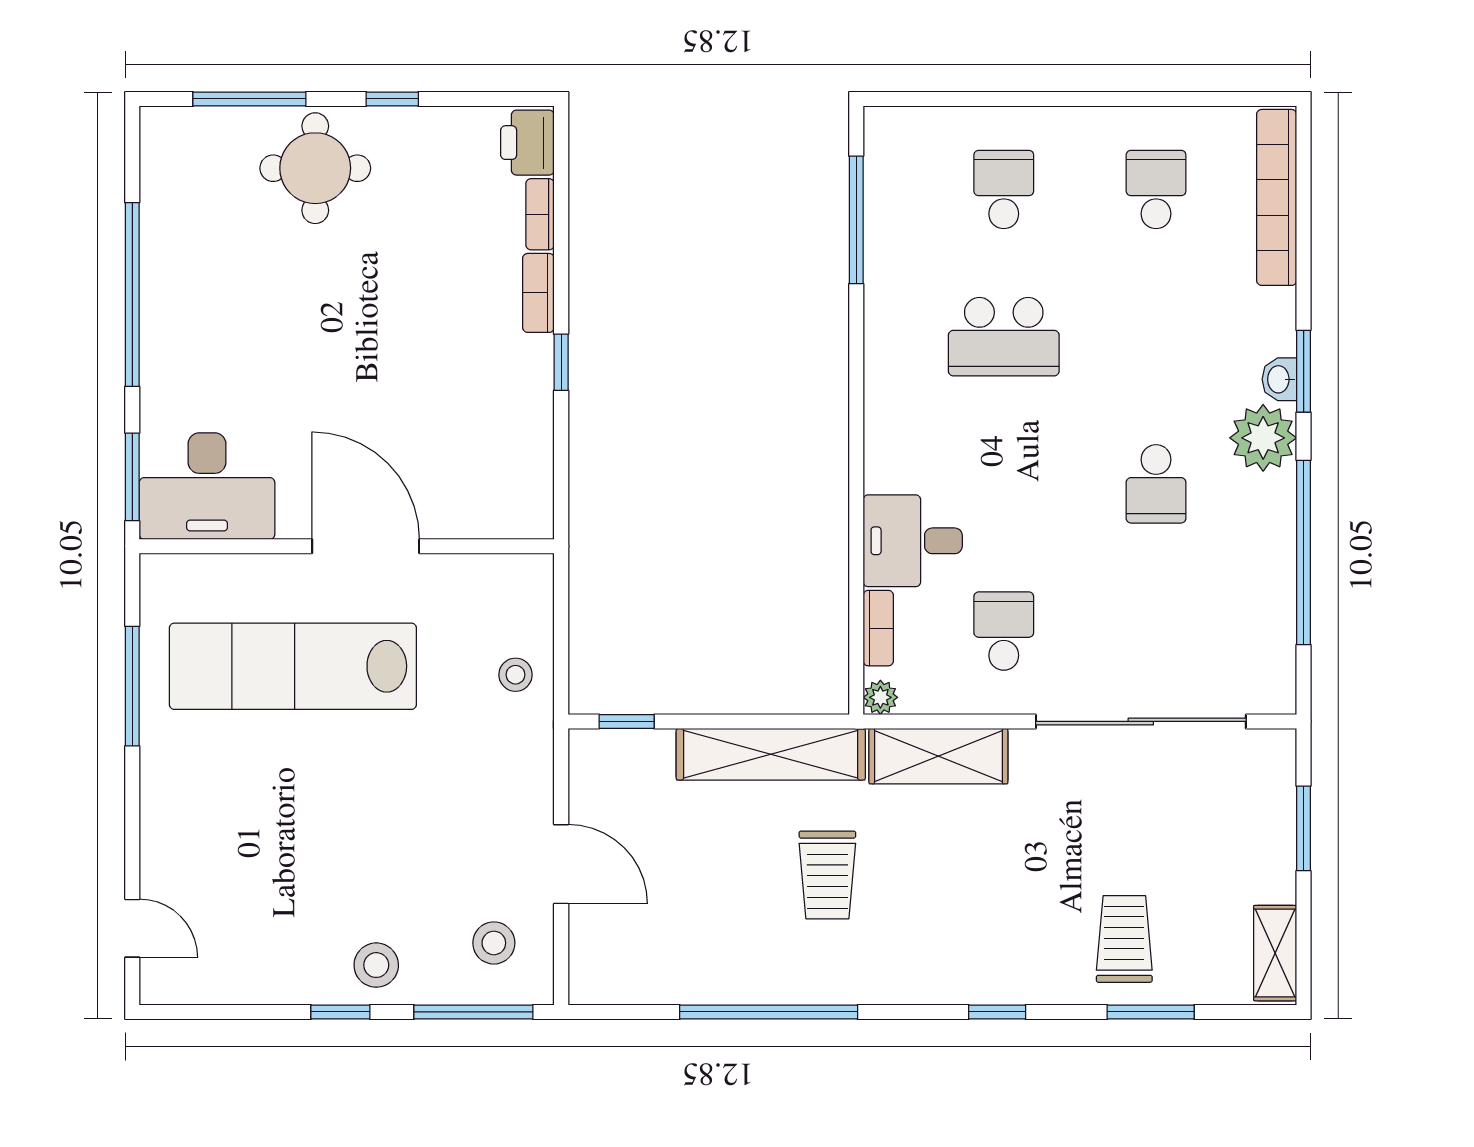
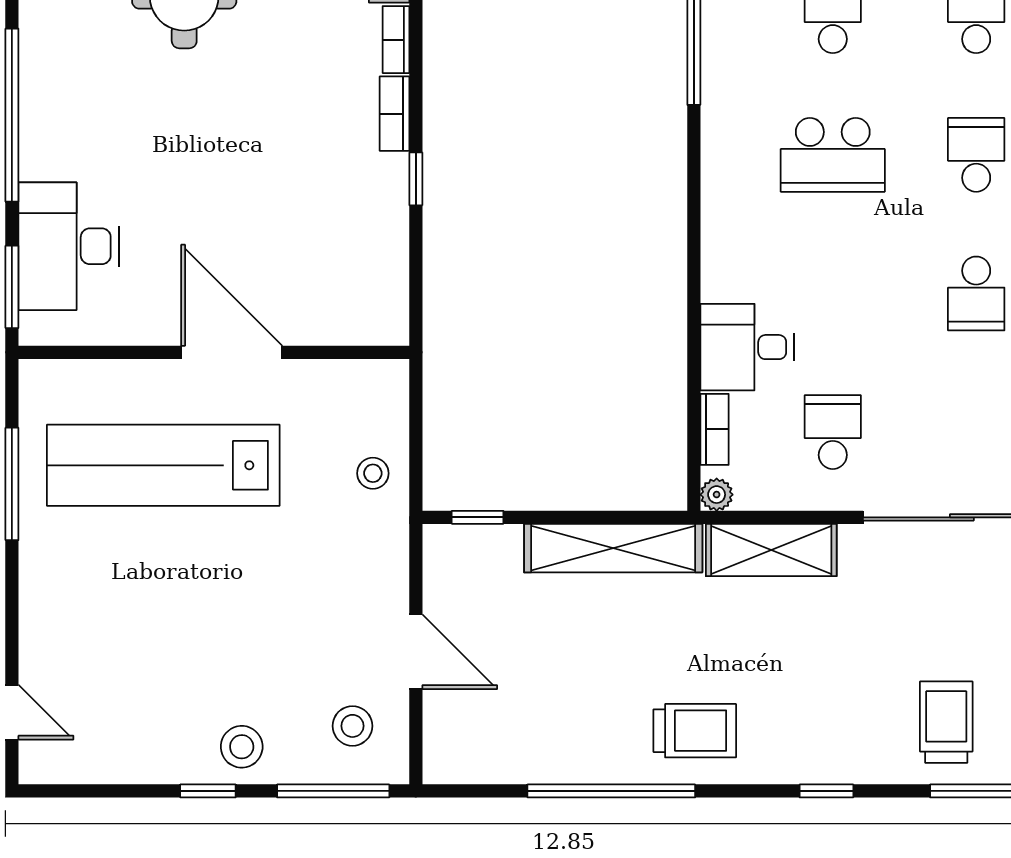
school desk: (1156, 337) -> (976, 155), added
desk: (207, 486) -> (69, 246), moved, turned 90
trolley: (827, 875) -> (695, 731), moved, turned -90

